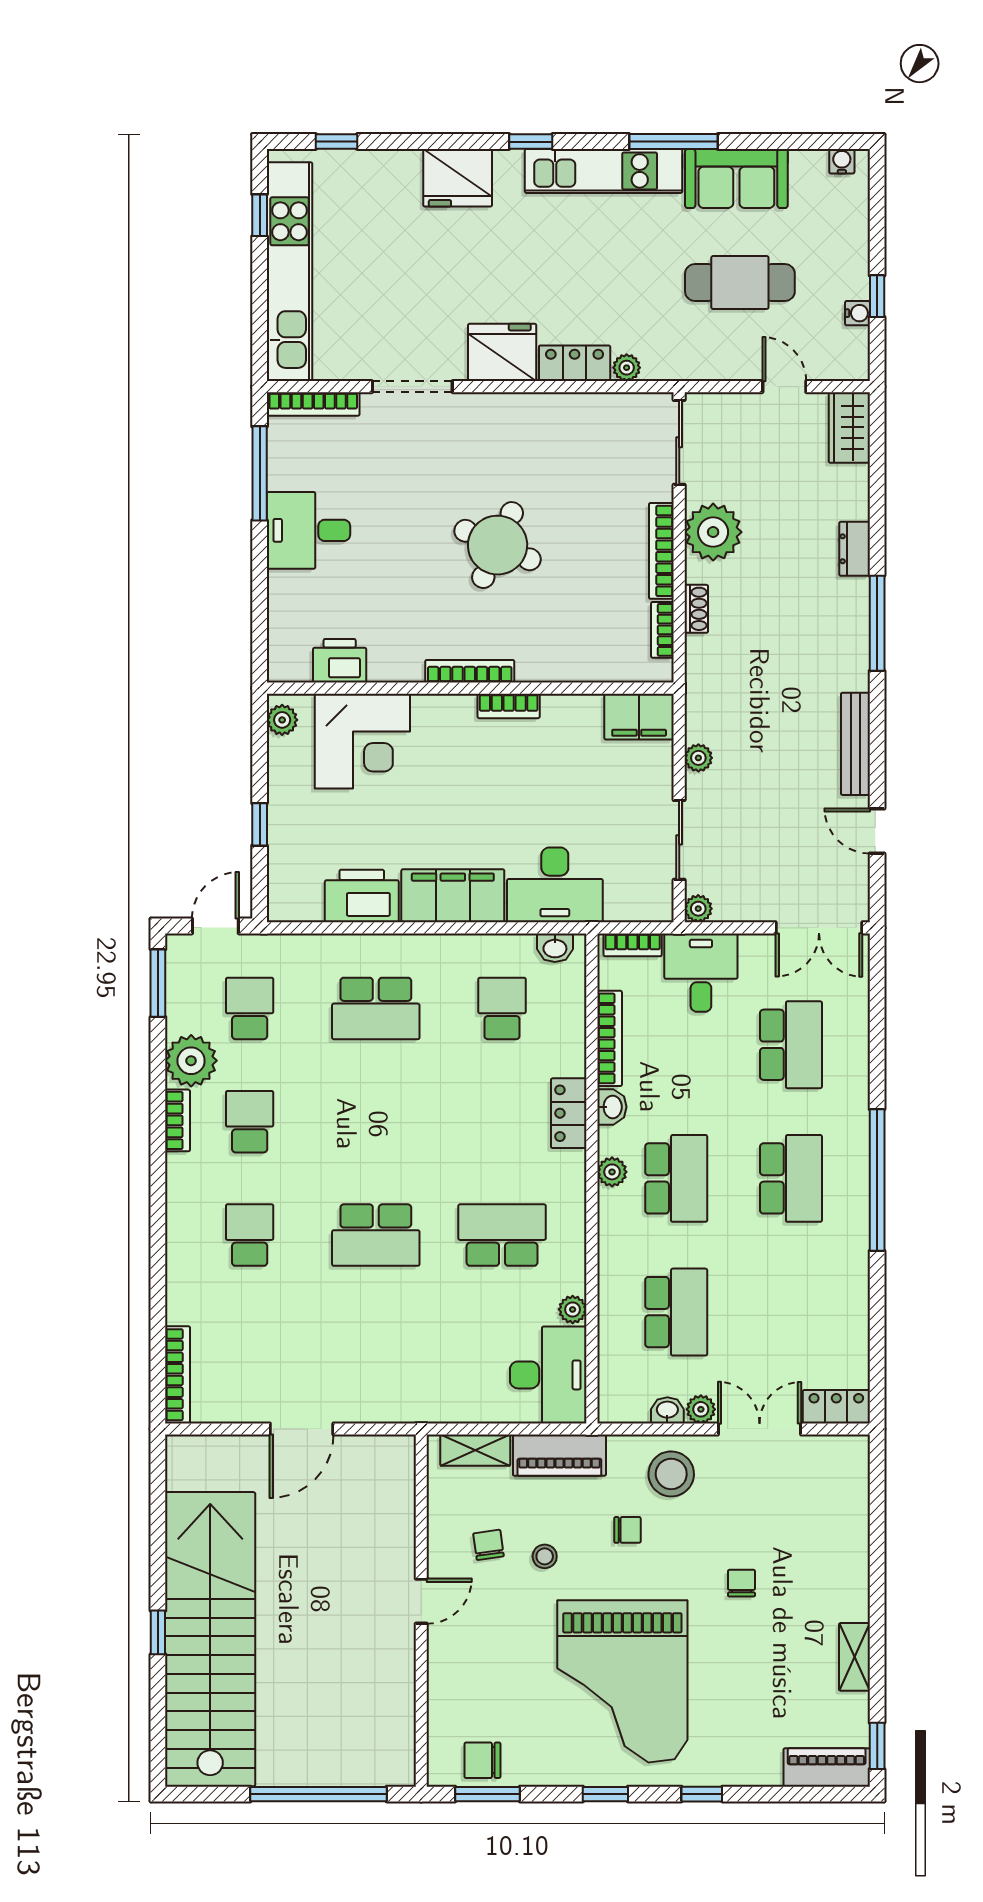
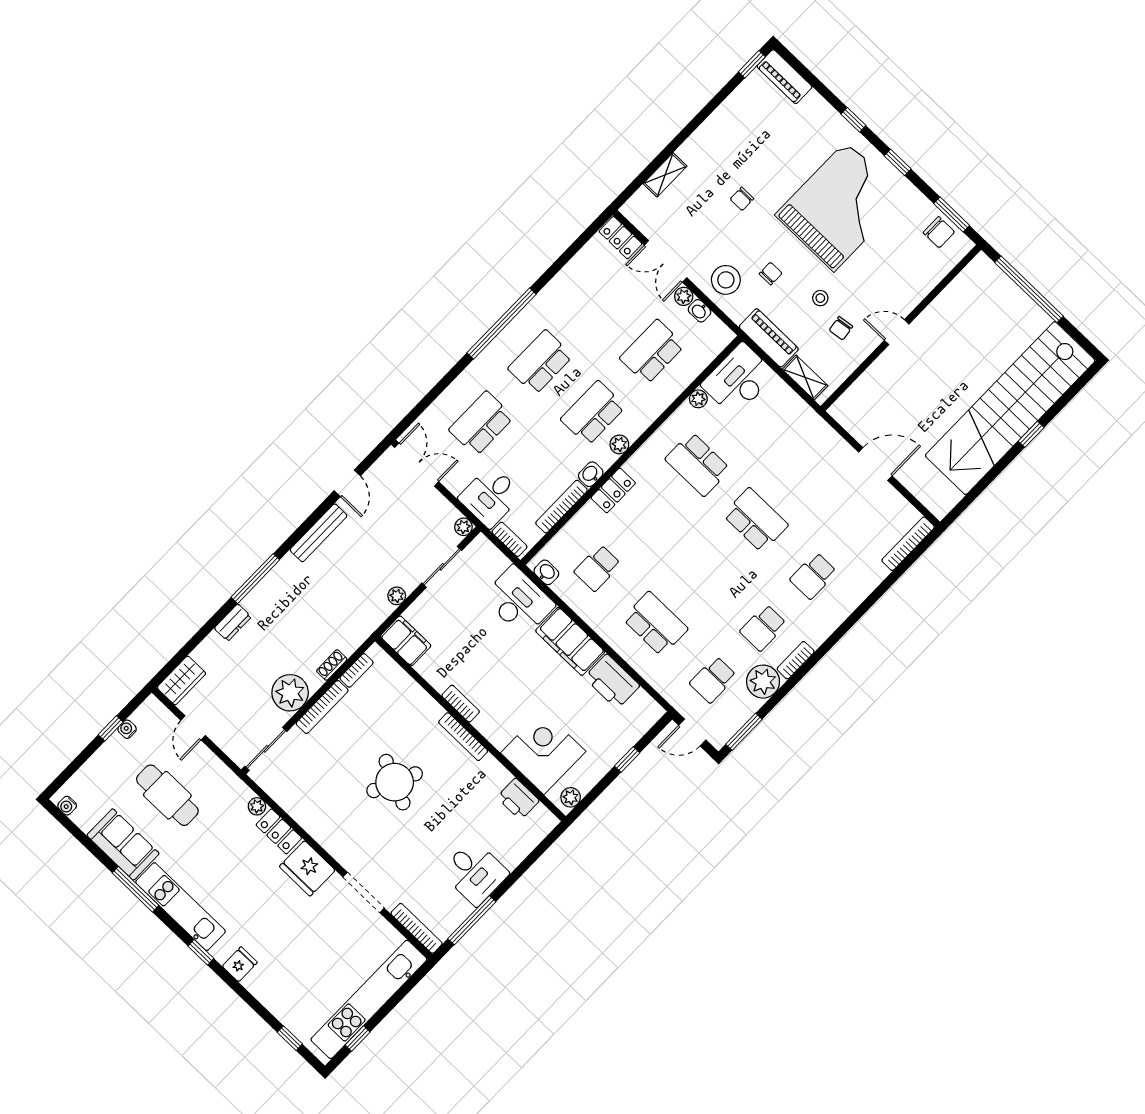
fridge: (458, 178) -> (240, 964), width x0.53, depth x0.75
chair: (628, 1530) -> (771, 274), turned 90
shelving: (854, 1657) -> (665, 175), moved

